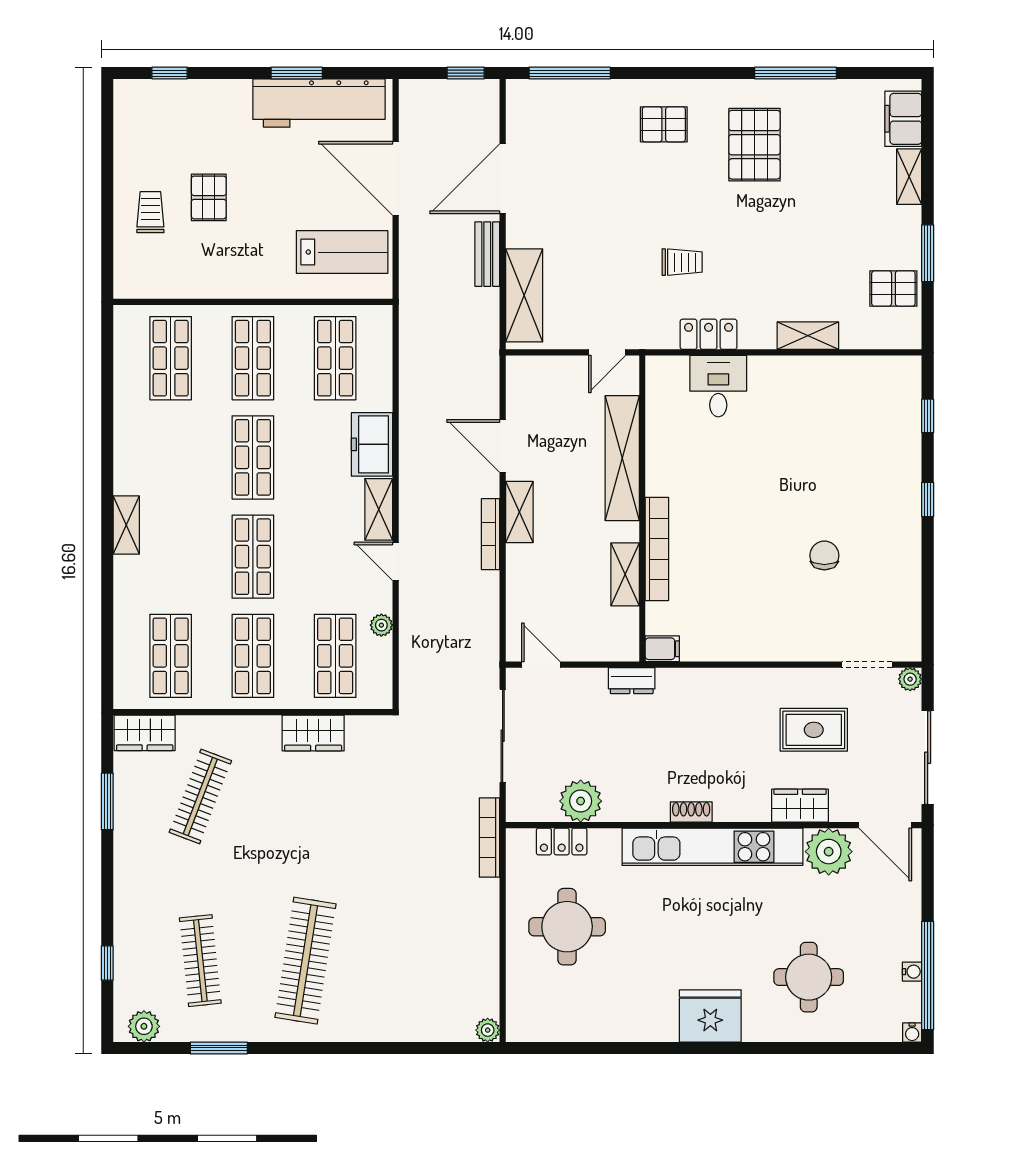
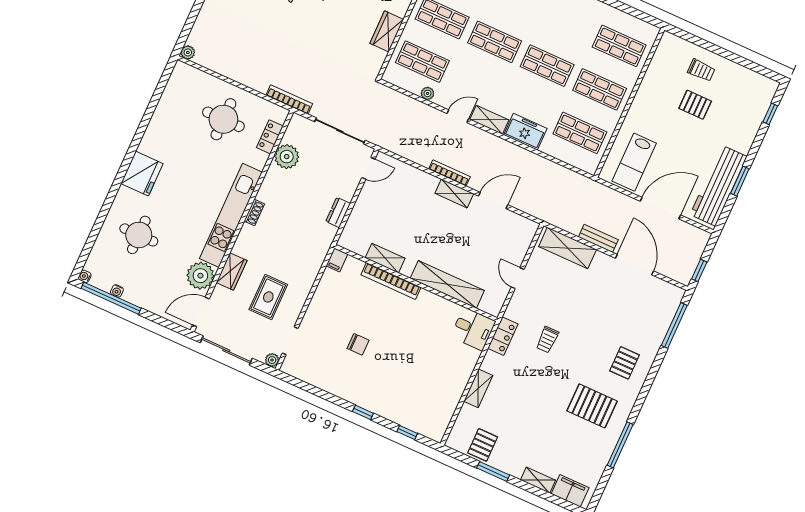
shelving: (622, 458) -> (447, 284), moved
wall: (642, 508) -> (416, 283), moved
bookcase: (657, 549) -> (391, 281), moved
shelving: (625, 574) -> (385, 258), moved
filing cabinet: (662, 649) -> (337, 260), moved

